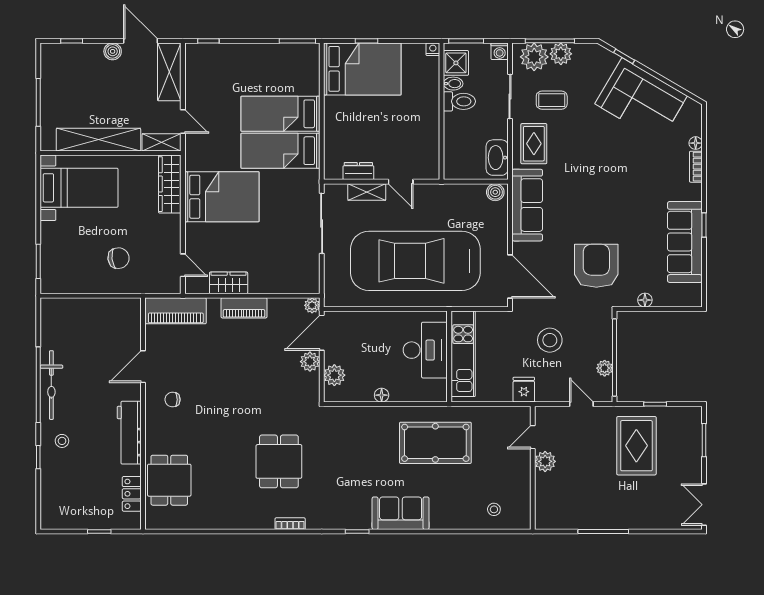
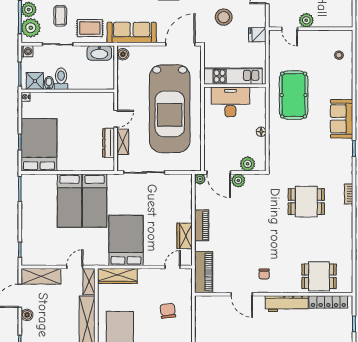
dresser: (358, 171) -> (109, 143), width x1.44
locker: (132, 494) -> (328, 302), width x1.53

